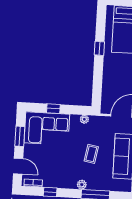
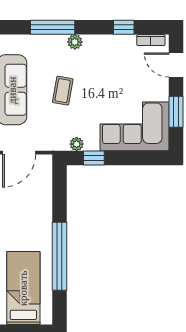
window: (99, 48) -> (60, 256), width x3.17
window: (53, 109) -> (94, 158), moved

